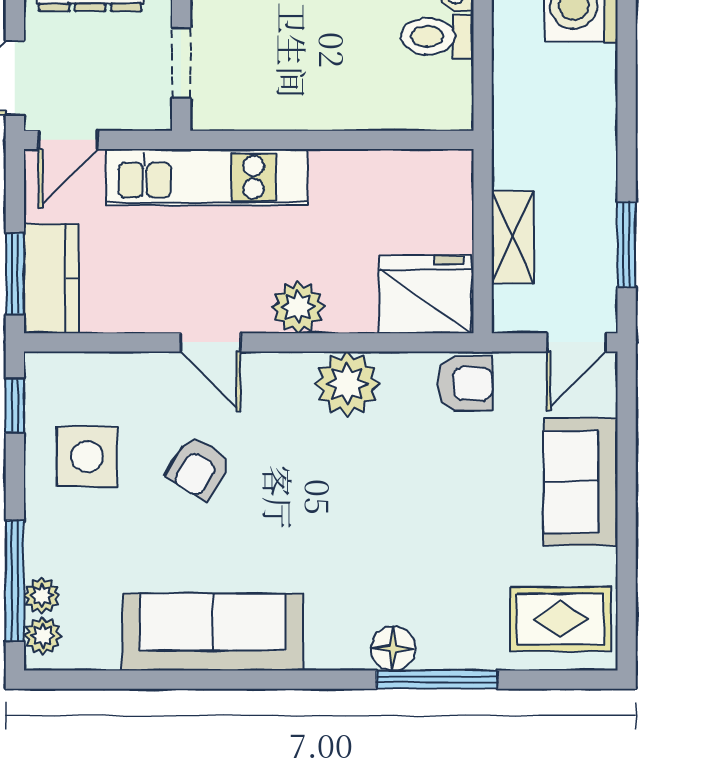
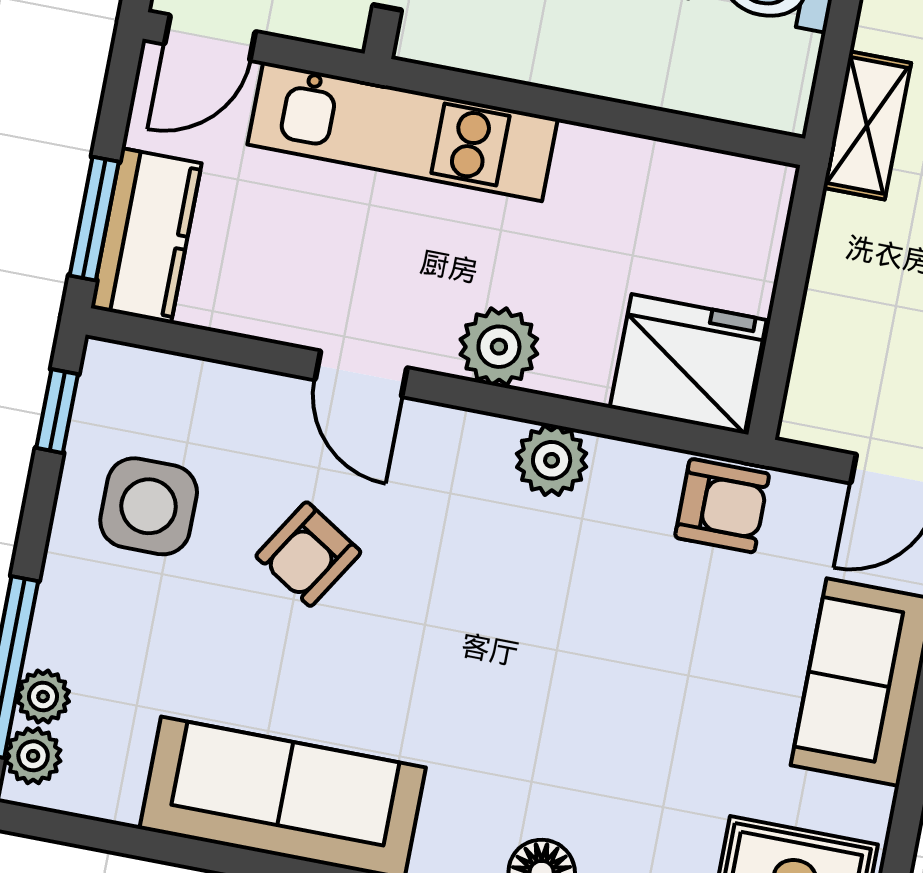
shelving: (513, 237) -> (867, 125), moved
plant: (347, 384) -> (552, 460), width x0.73, depth x0.73

